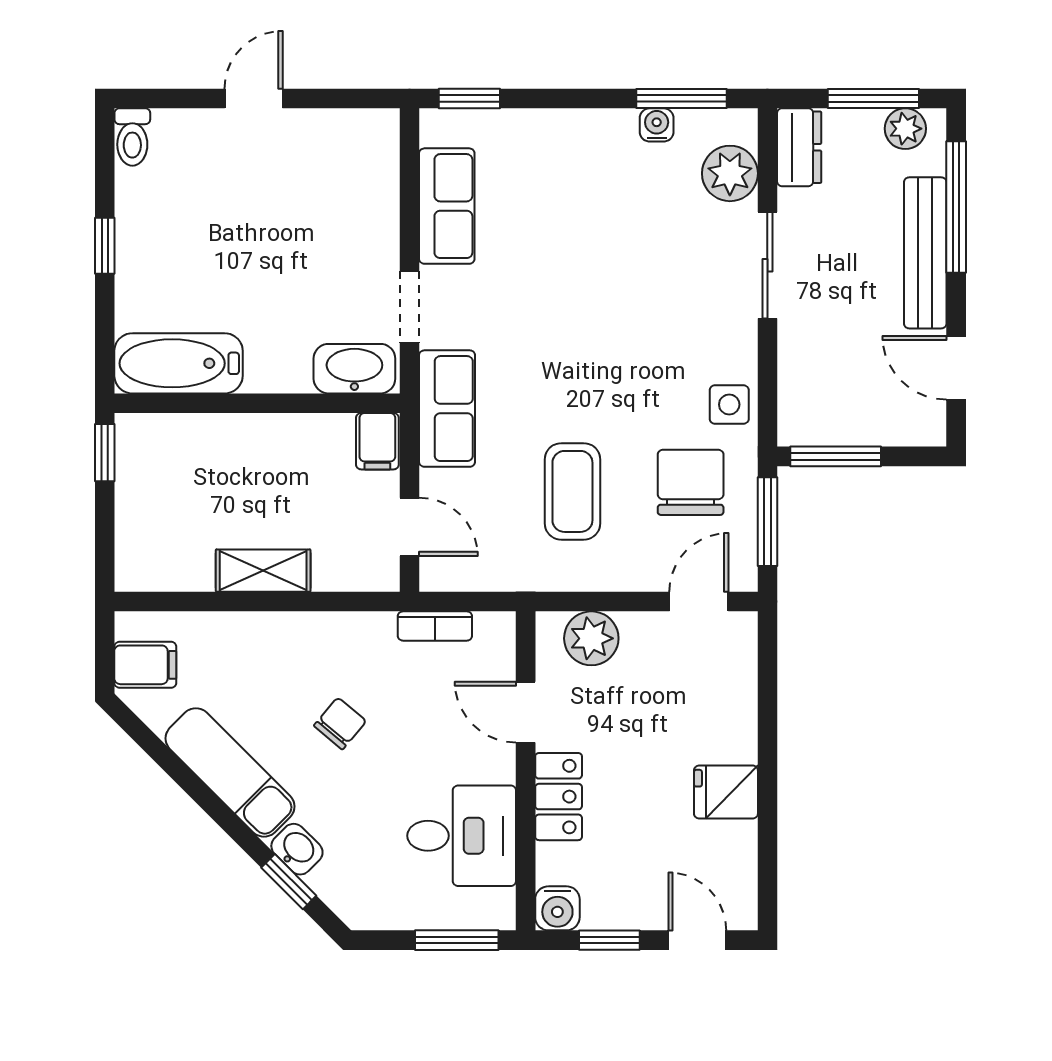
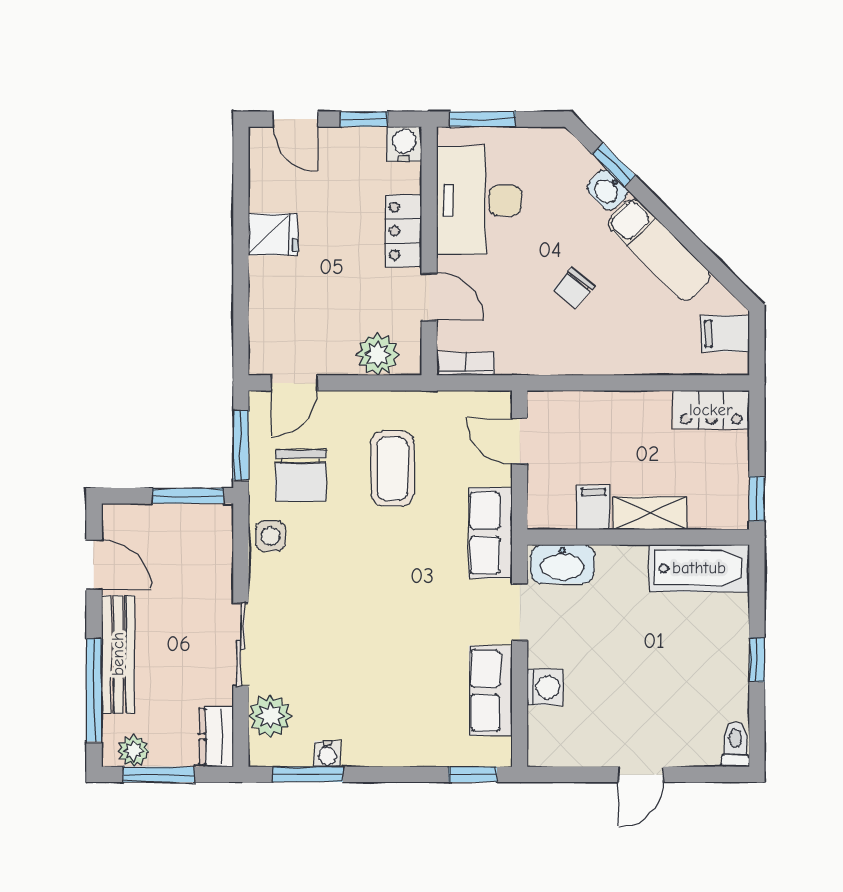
washing machine: (377, 210) -> (545, 687), added
filing cabinet: (377, 441) -> (593, 508), moved
locker: (163, 567) -> (711, 410), added
shelving: (263, 571) -> (650, 513), moved
bookcase: (435, 626) -> (466, 364), moved
desk: (462, 836) -> (479, 200), width x1.37

